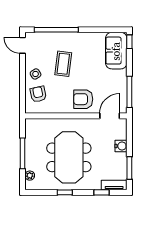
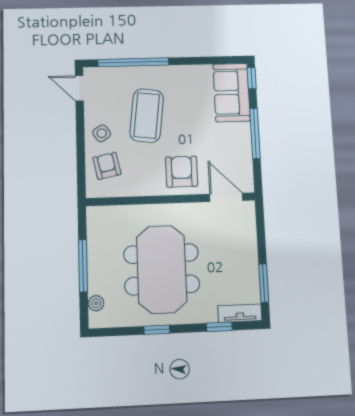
coffee table: (63, 64) -> (147, 116), width x1.36, depth x1.32
window: (129, 92) -> (255, 133), moved
armchair: (83, 99) -> (182, 172), turned 90
door: (110, 116) -> (226, 197), hinge flipped
water cooler: (121, 146) -> (248, 247), removed

